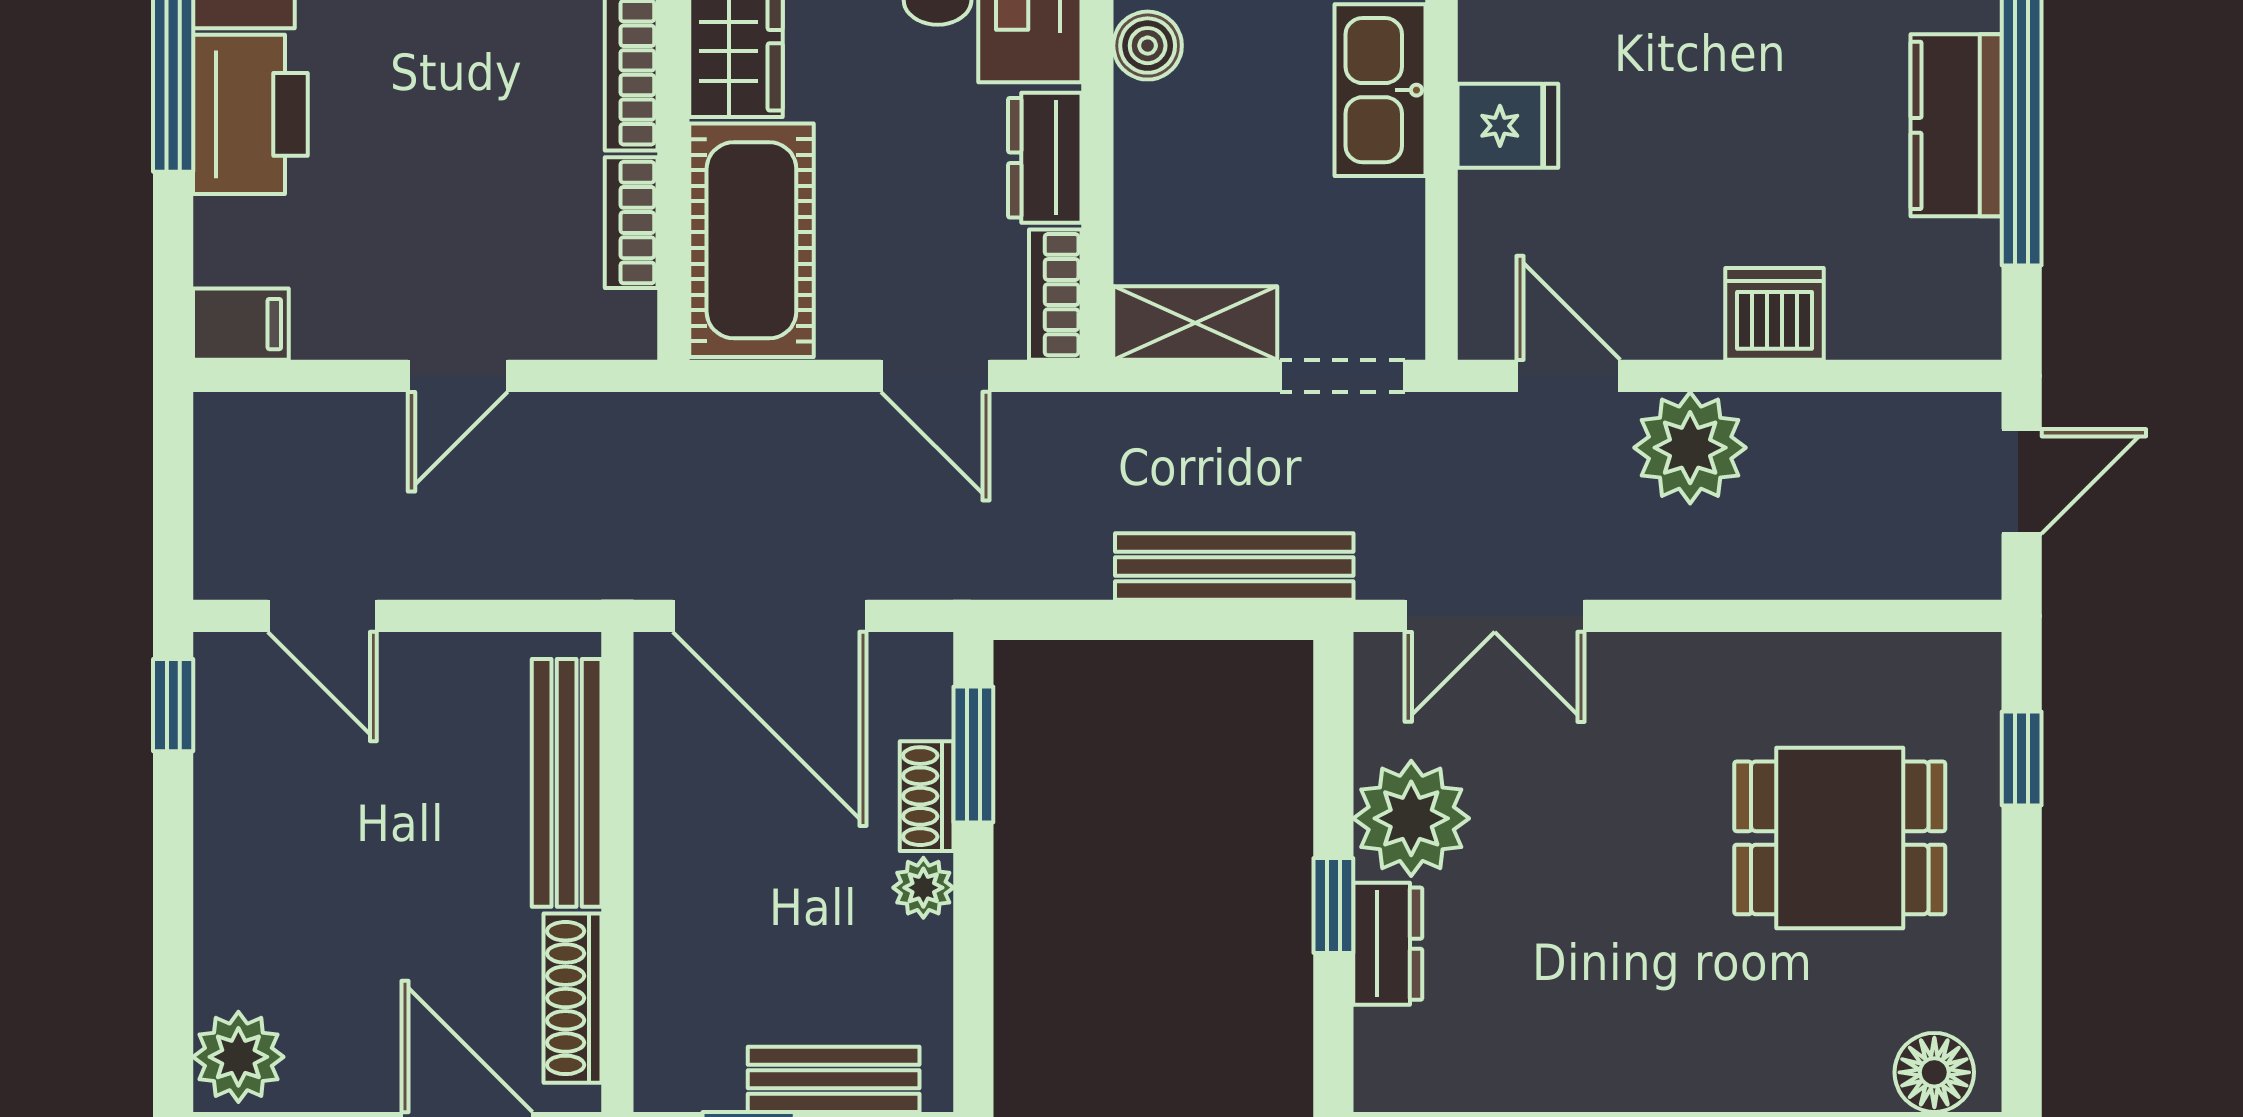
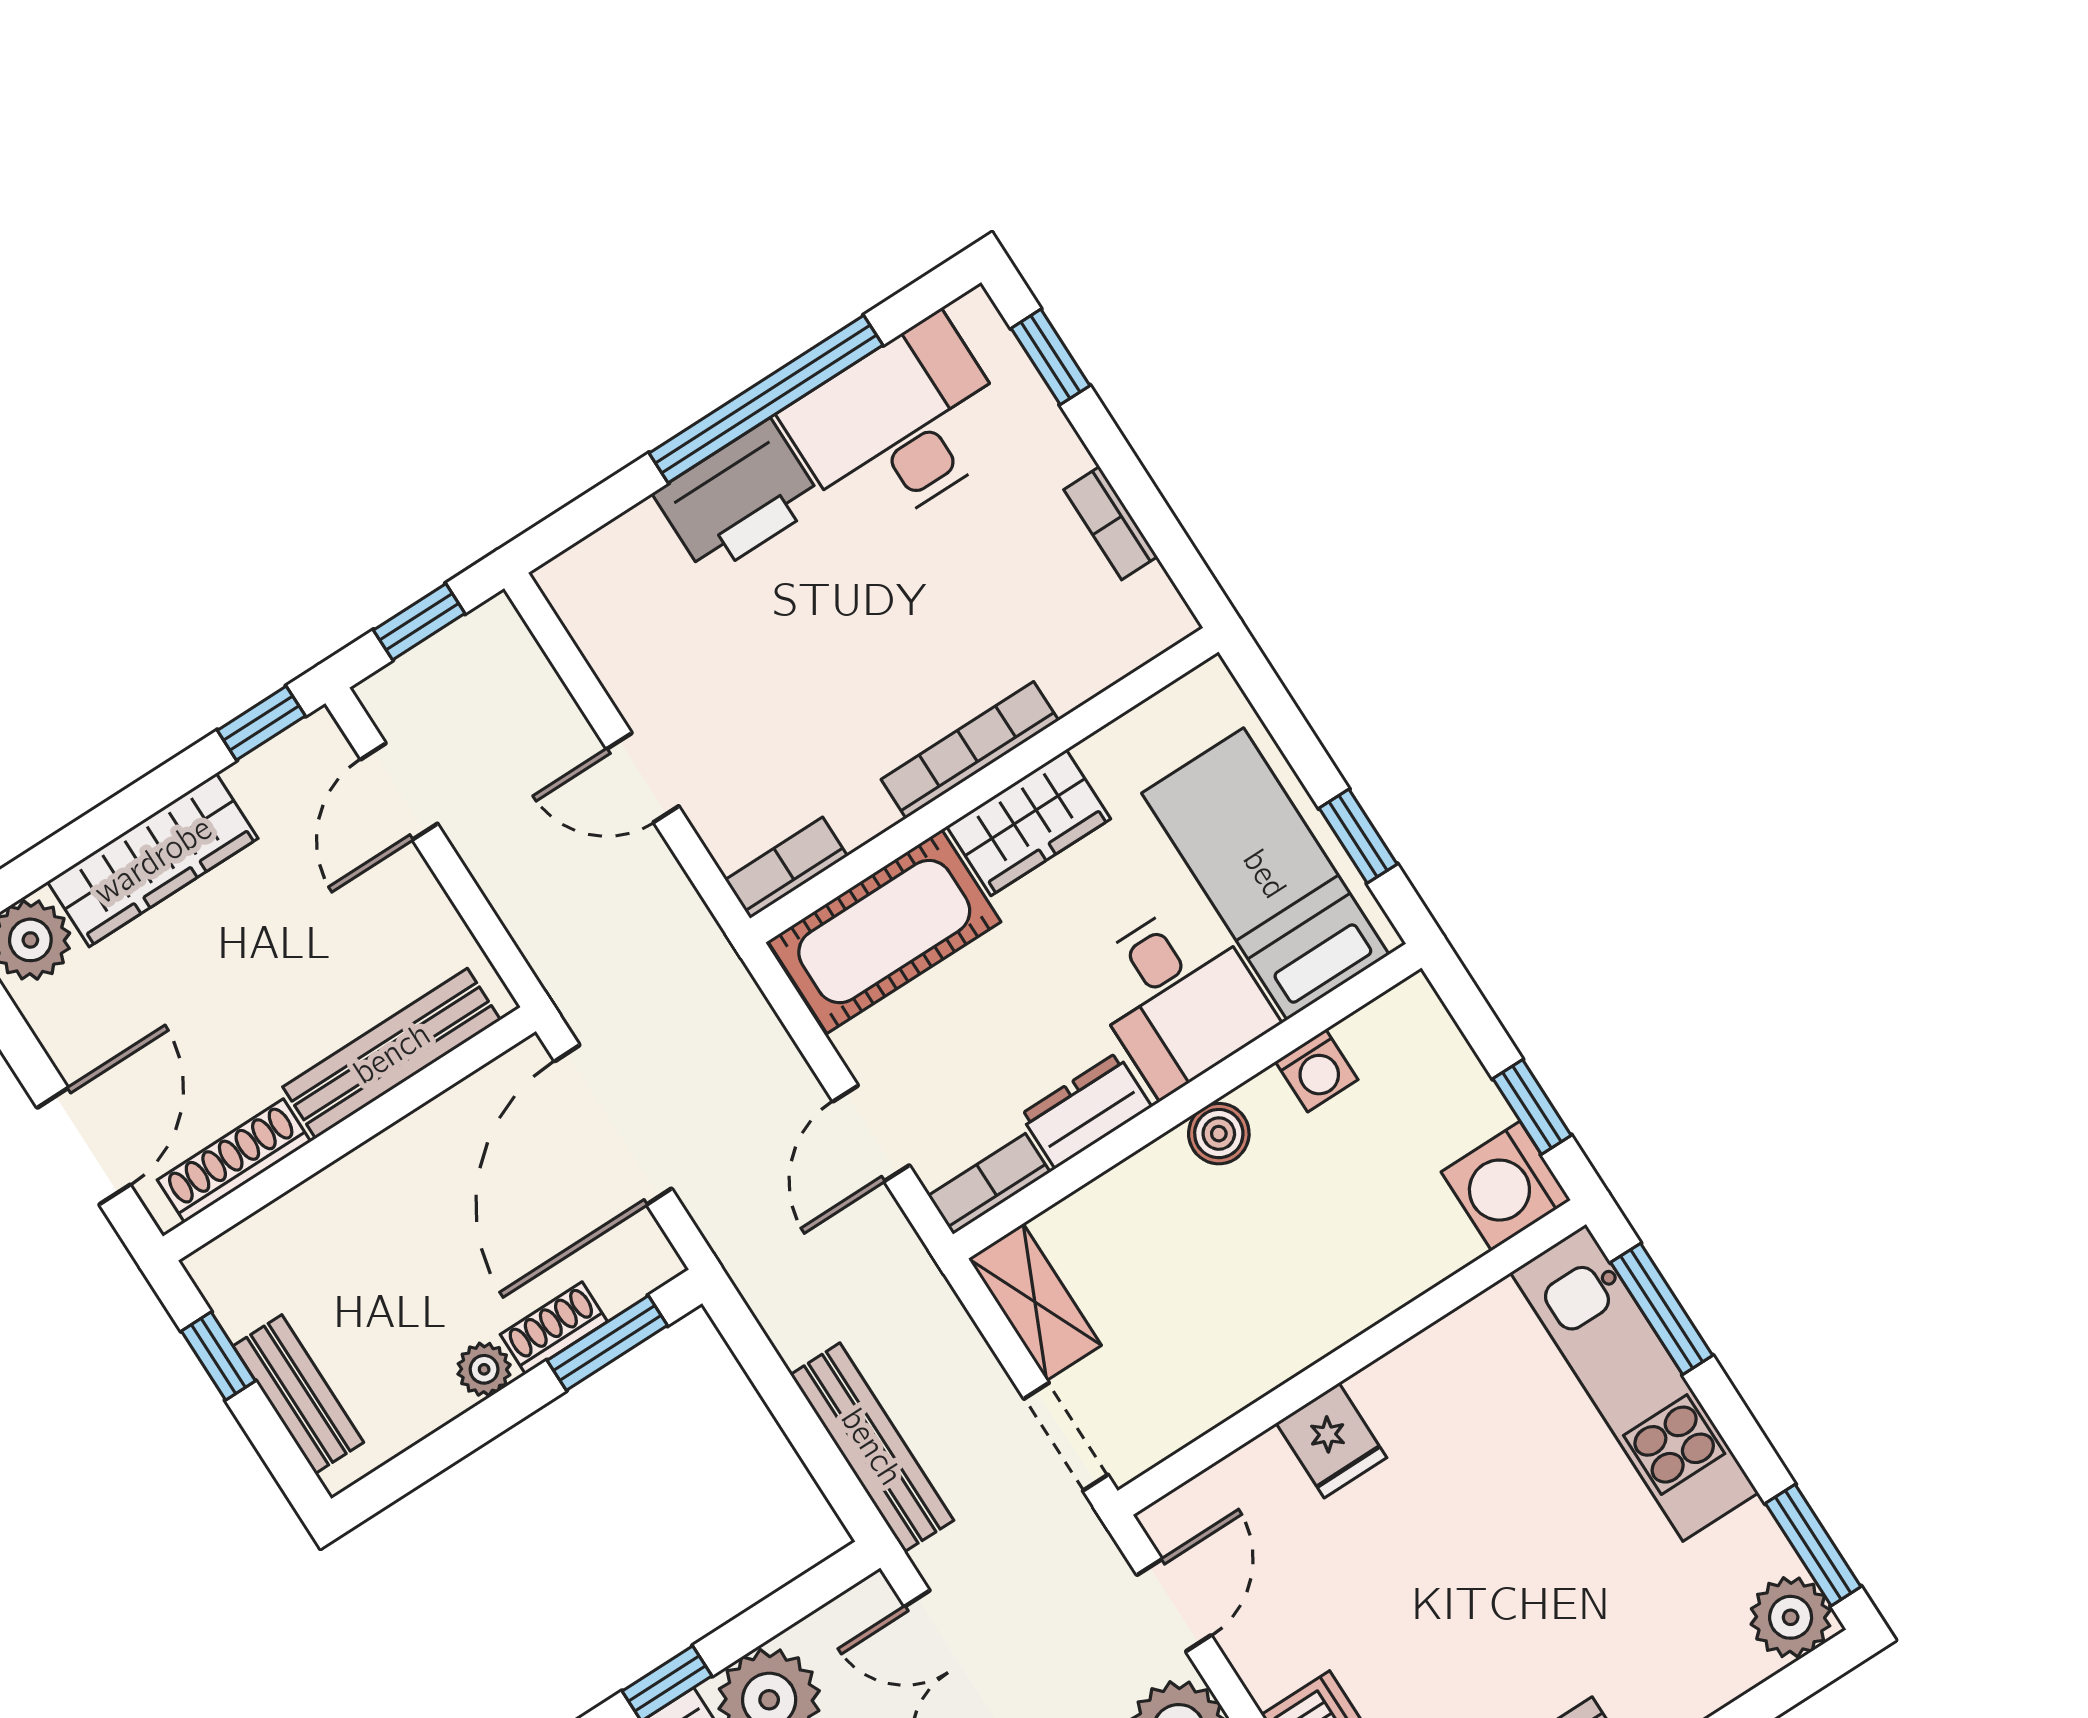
kitchen sink: (1380, 90) -> (1297, 1328), removed
bookcase: (631, 223) -> (786, 868), moved
filing cabinet: (241, 324) -> (578, 591), removed
window: (173, 493) -> (419, 622), added
wardrobe: (237, 892) -> (153, 860), added

